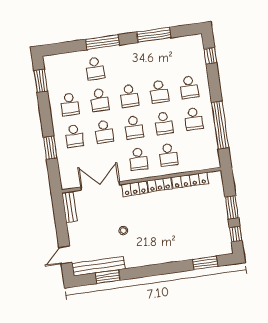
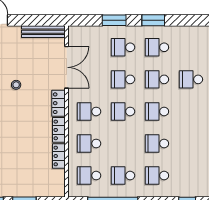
window: (41, 81) -> (153, 20), moved
school desk: (164, 123) -> (89, 176), moved
locker: (190, 180) -> (59, 156), width x0.66
bench: (69, 207) -> (43, 32), width x1.36

